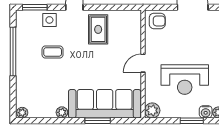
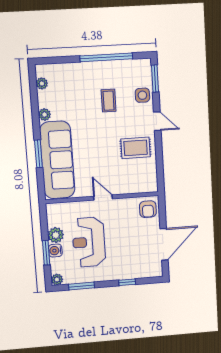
plant: (152, 110) -> (56, 235), moved
water cooler: (206, 112) -> (55, 251), moved
plant: (22, 113) -> (42, 83), moved

